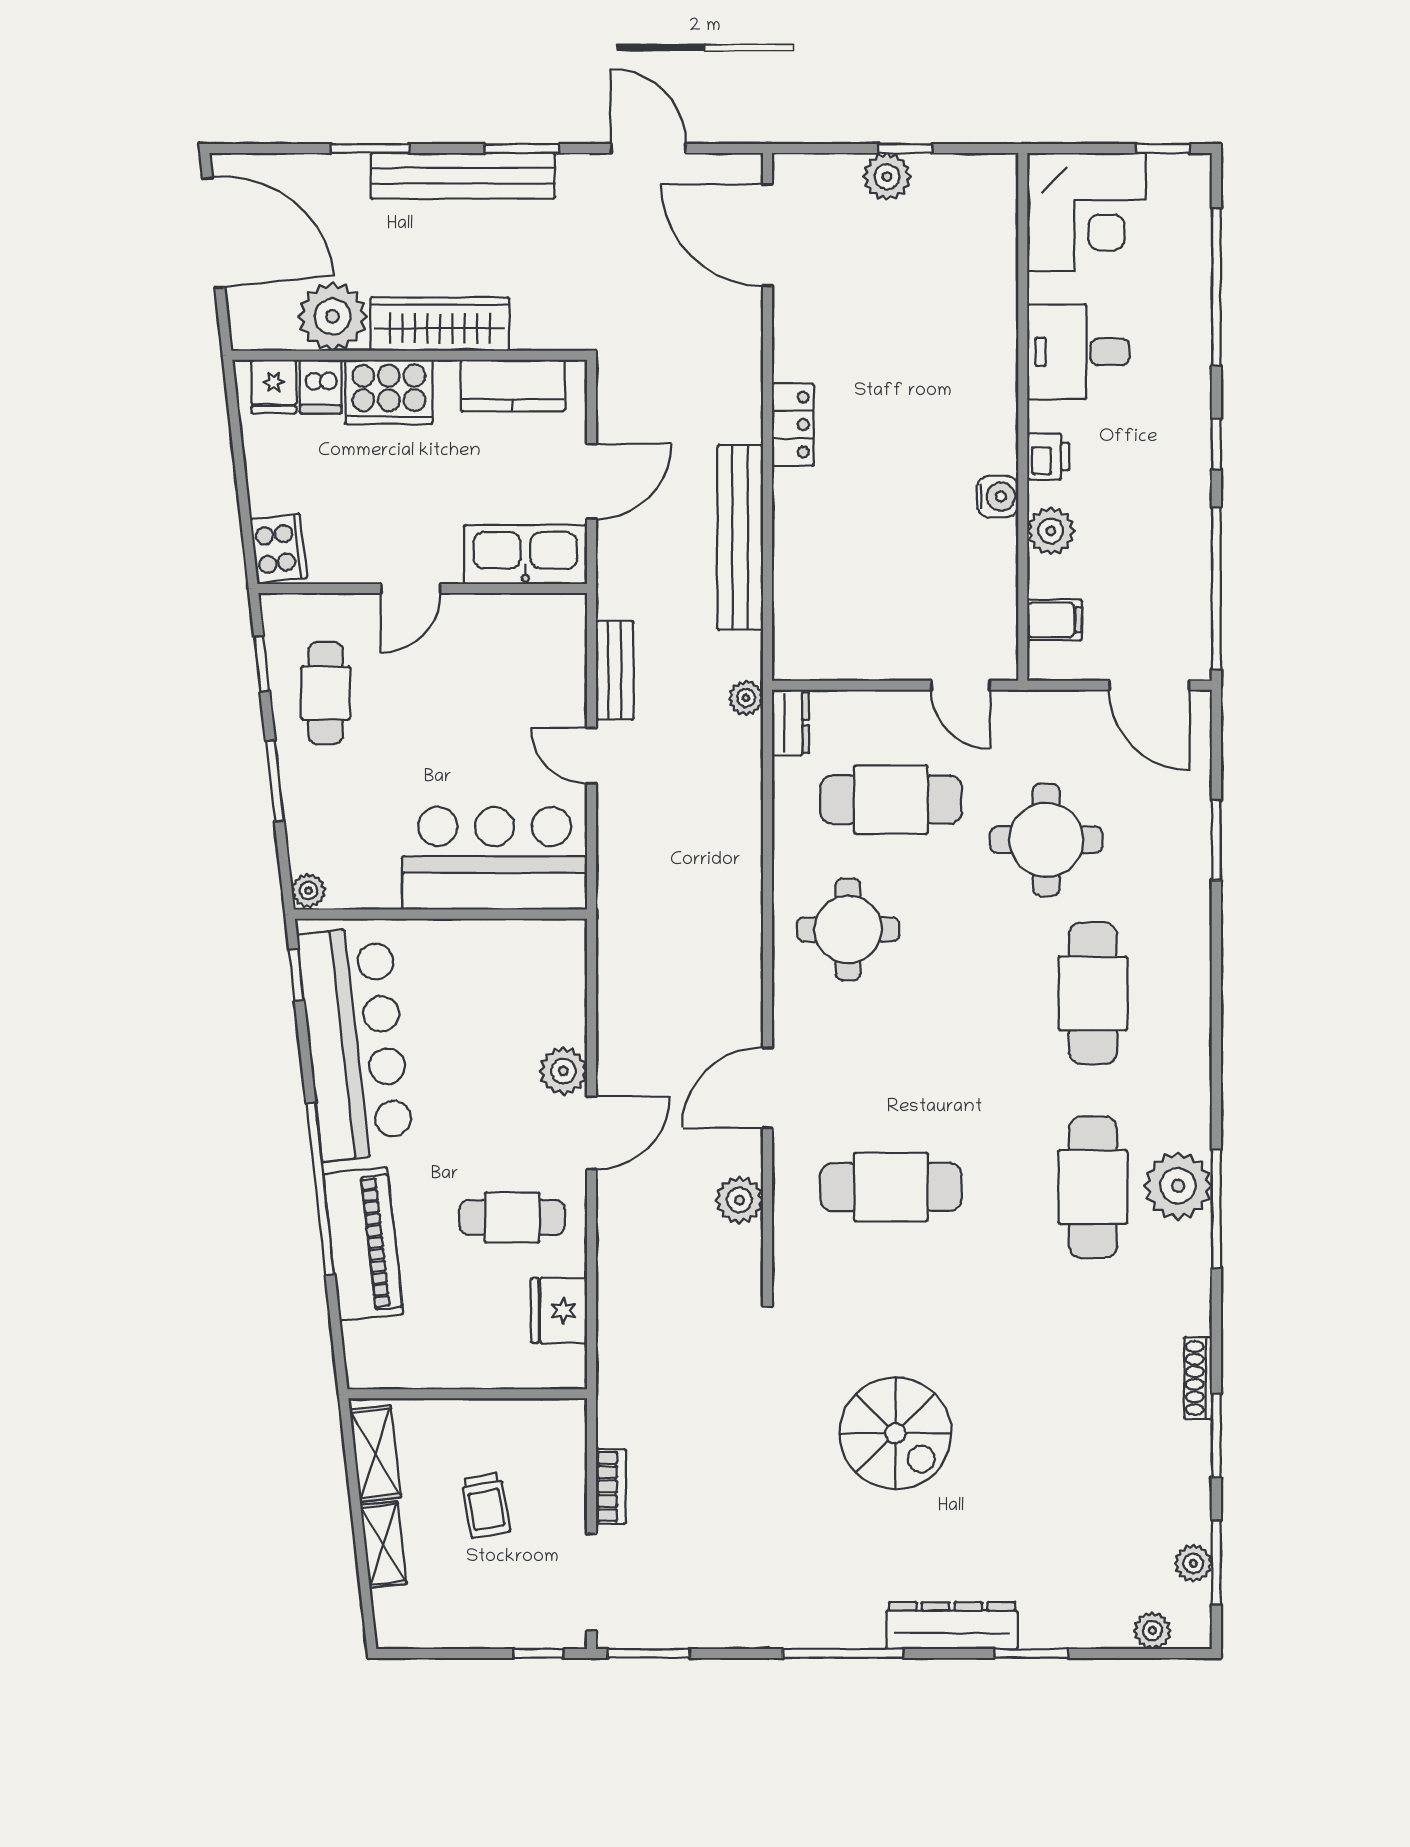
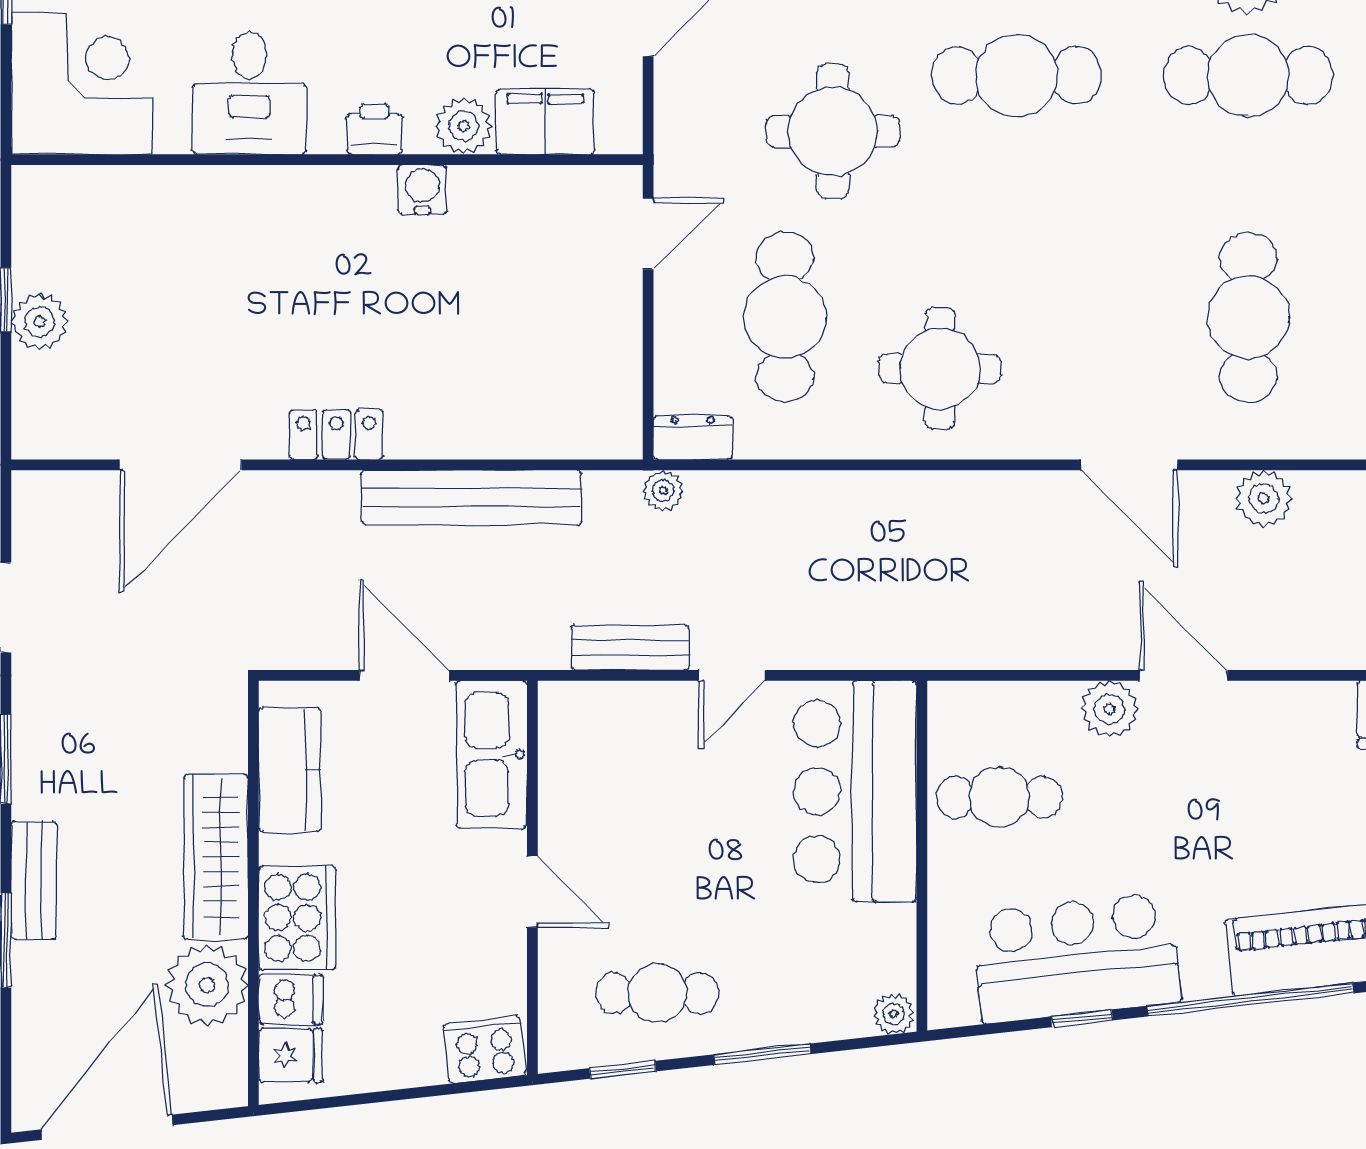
bench: (463, 176) -> (34, 880), width x0.54, depth x0.82
door: (768, 235) -> (181, 465), moved
filing cabinet: (1055, 620) -> (545, 122), width x2.00
window: (296, 975) -> (1082, 1019), moved
bar counter: (355, 1043) -> (1076, 958), width x0.73
cafe table: (512, 1217) -> (999, 797), moved, turned 90

